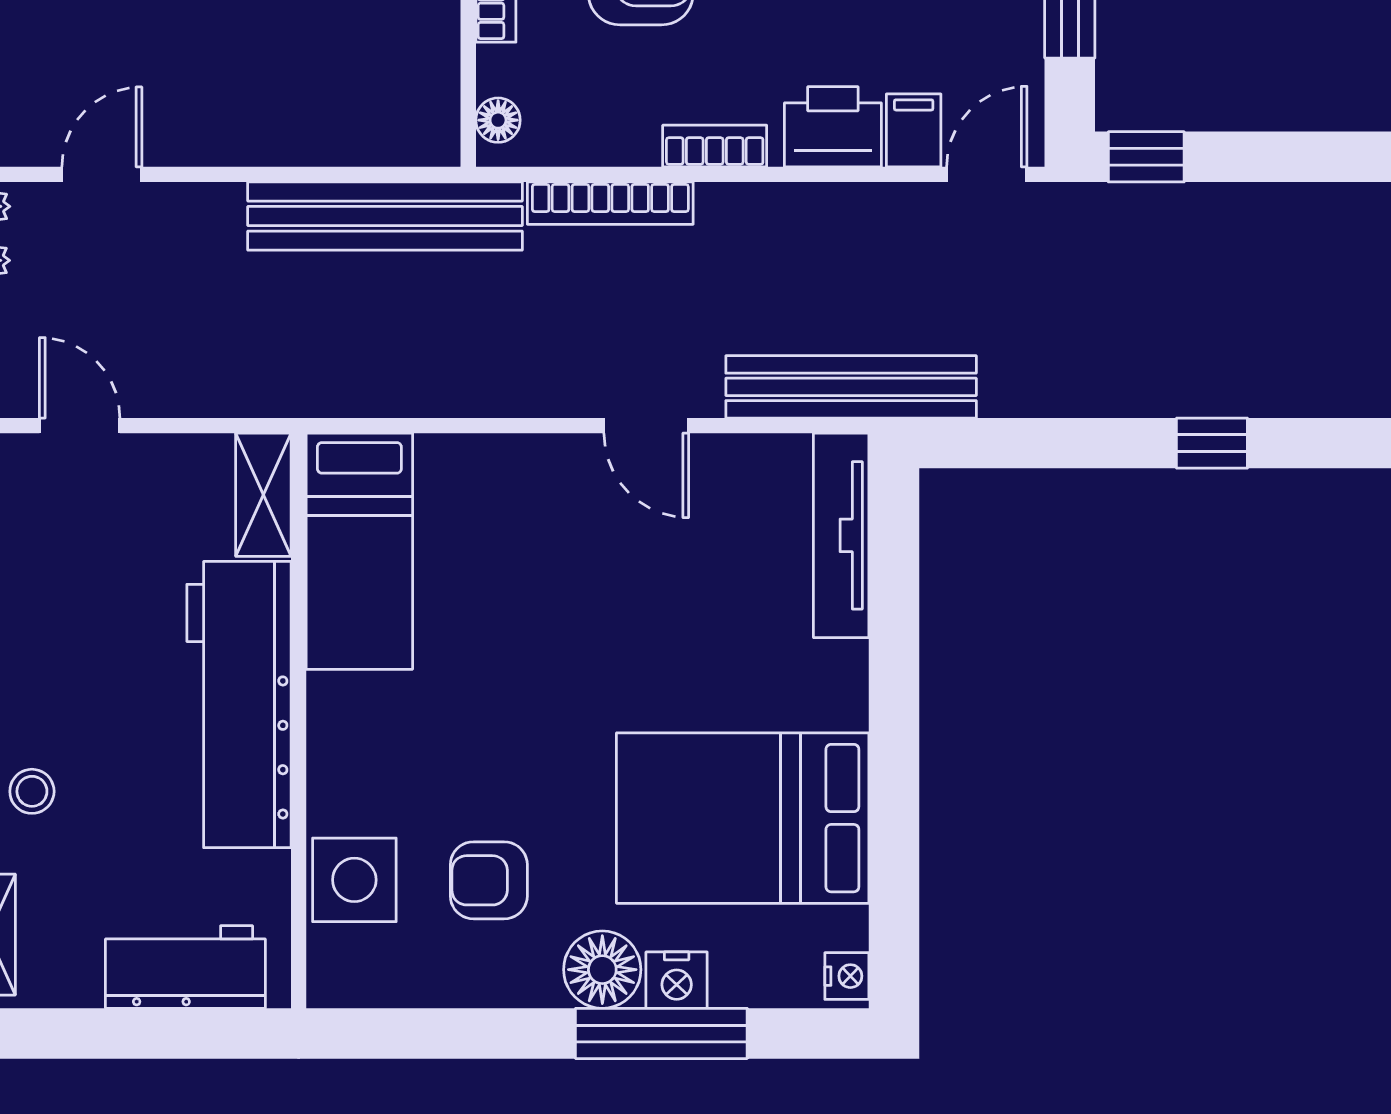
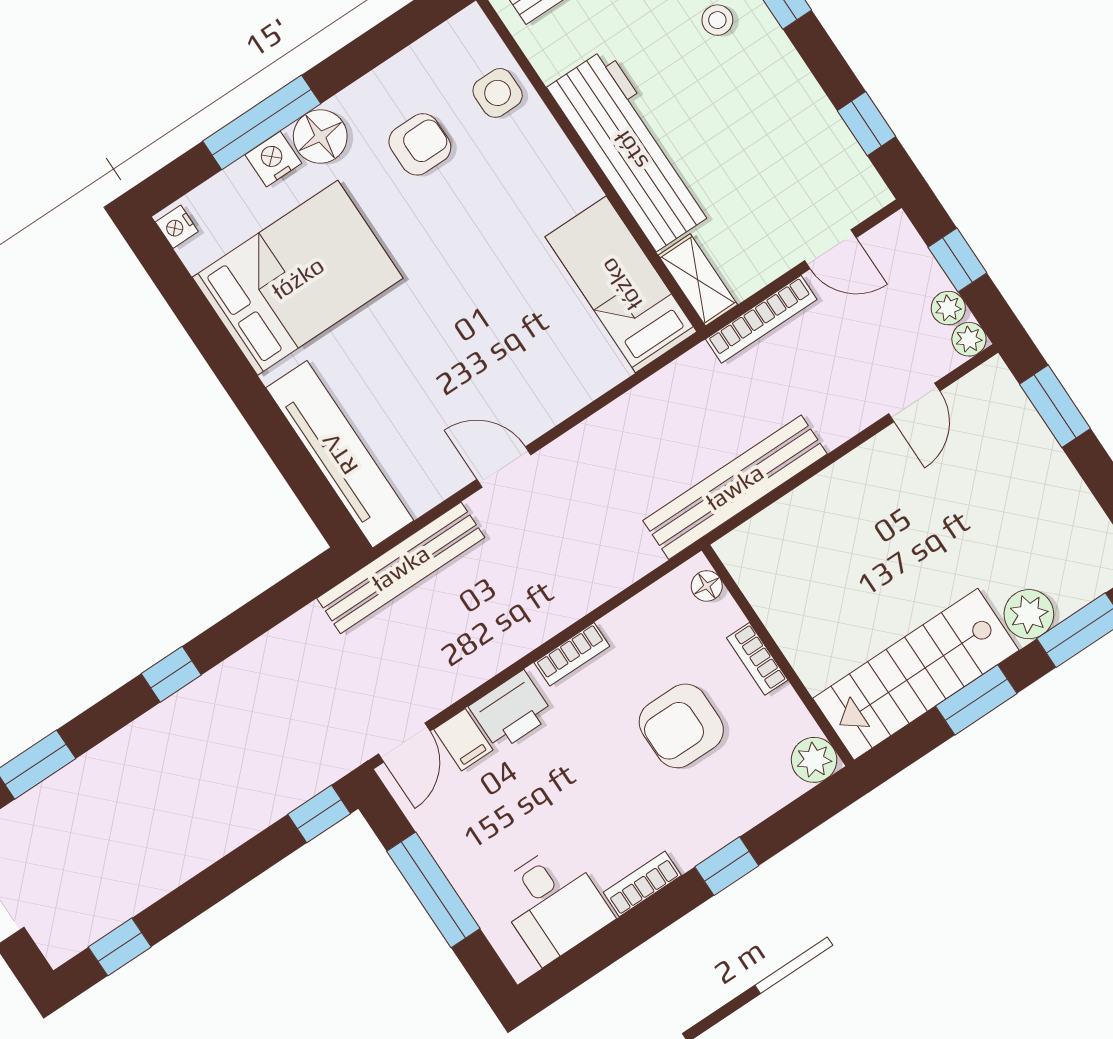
bookcase: (610, 203) -> (761, 319), moved, turned 180
tv unit: (841, 535) -> (340, 454), width x1.36, depth x1.29
side table: (354, 880) -> (498, 93), width x0.73, depth x0.73

